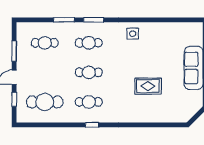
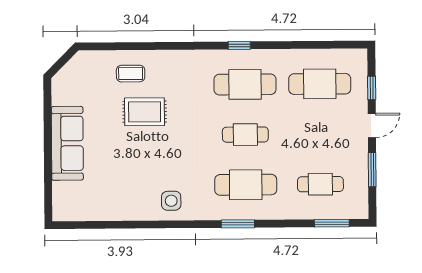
window: (64, 20) -> (332, 223), moved
cafe table: (89, 43) -> (246, 185), width x1.37, depth x1.35
cafe table: (89, 102) -> (245, 84), width x1.37, depth x1.35
coffee table: (156, 109) -> (131, 74), added

